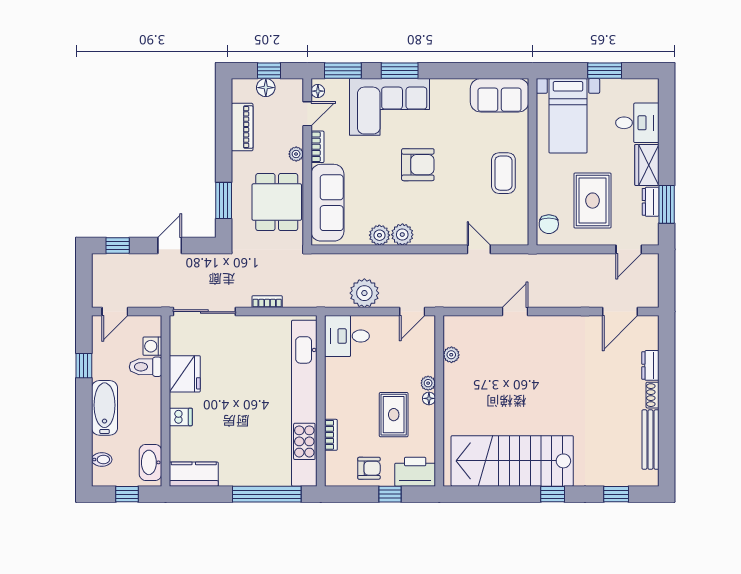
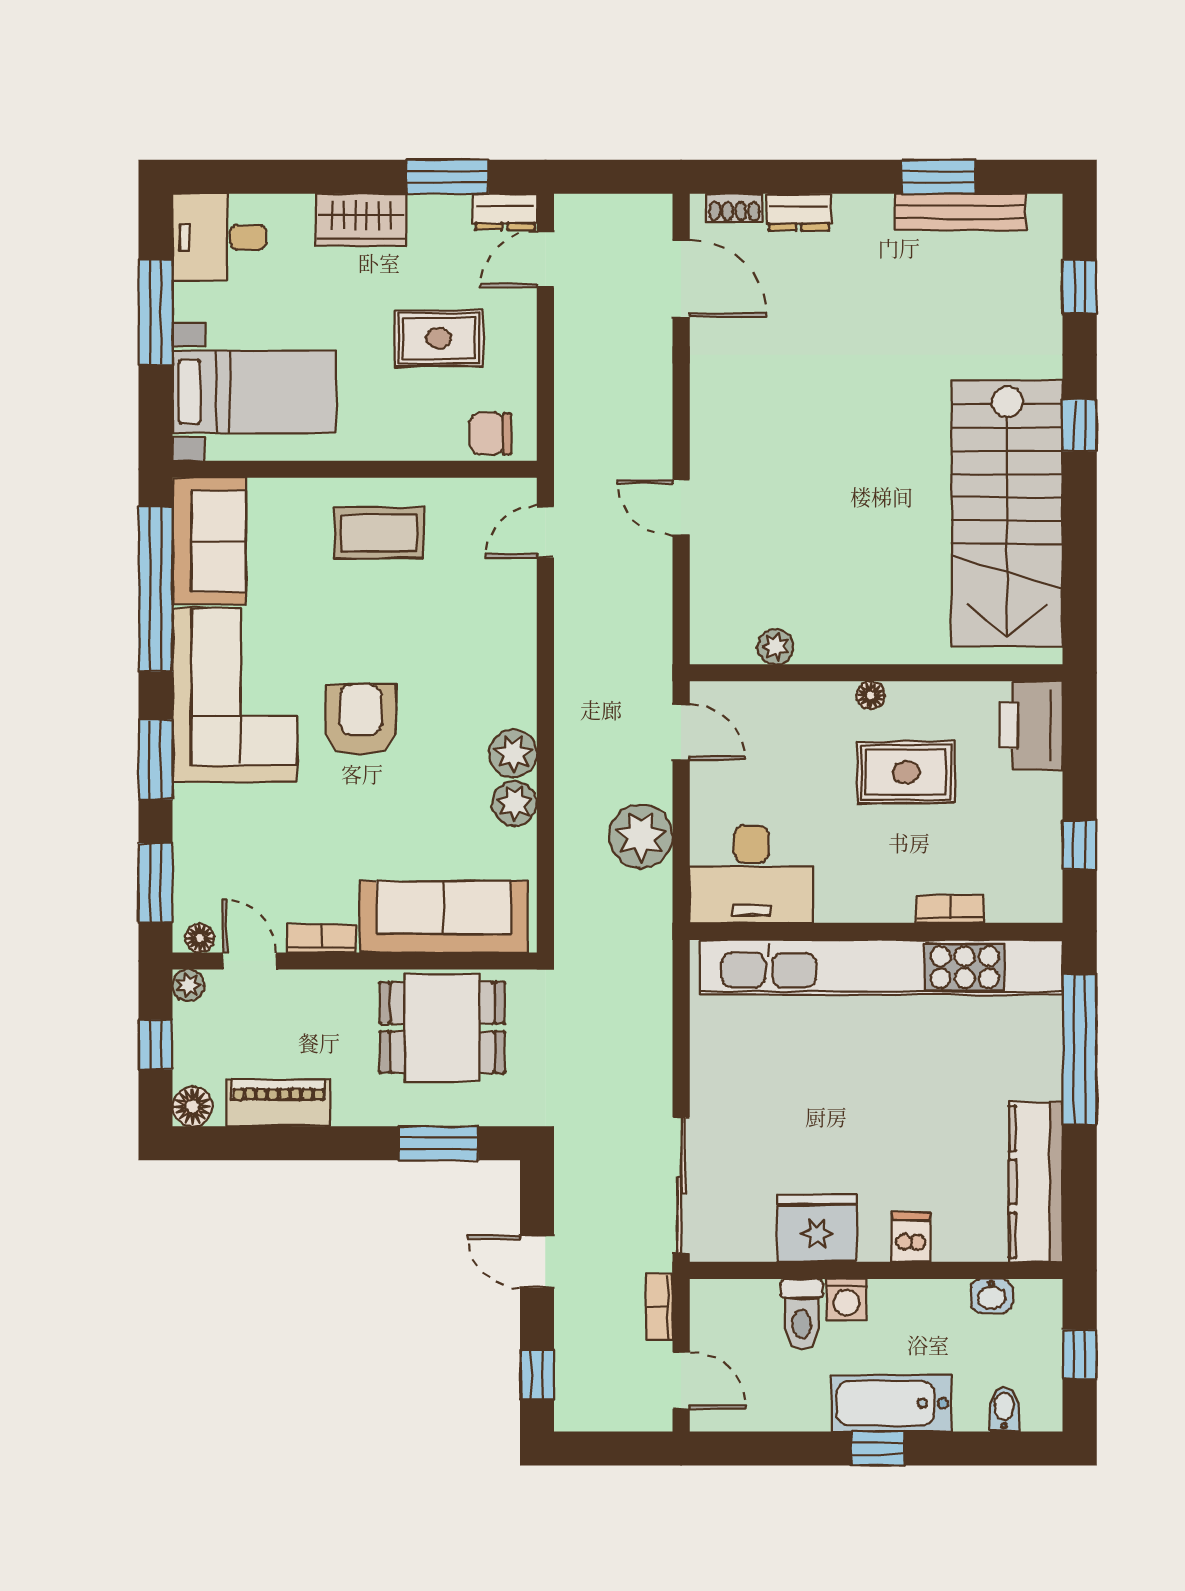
window: (478, 71) -> (155, 589), added
window: (605, 71) -> (155, 312), width x1.44
floor lamp: (266, 88) -> (192, 1106), moved
corner sofa: (389, 107) -> (235, 695), moved
desk: (637, 123) -> (219, 237), moved, turned -90
plant: (296, 154) -> (188, 985), moved
rug: (593, 201) -> (439, 338), width x0.73, depth x0.70
dresser: (651, 202) -> (505, 212), moved
chair: (549, 224) -> (490, 434), turned 180
door: (479, 249) -> (545, 532), moved
door: (629, 249) -> (545, 259), swing flipped
bookcase: (267, 302) -> (659, 1307), moved
desk: (347, 336) -> (751, 874), width x1.37
washing machine: (152, 346) -> (847, 1299), moved
window: (84, 366) -> (878, 1448), moved
plant: (428, 383) -> (837, 697), removed
shoe rack: (652, 395) -> (734, 208), moved
window: (667, 429) -> (938, 177), added
washbasin: (150, 462) -> (991, 1296), width x0.52, depth x0.69
armchair: (369, 468) -> (1023, 826), removed
kitchen counter: (194, 474) -> (1036, 1182), width x1.50
window: (390, 494) -> (1080, 845), moved

